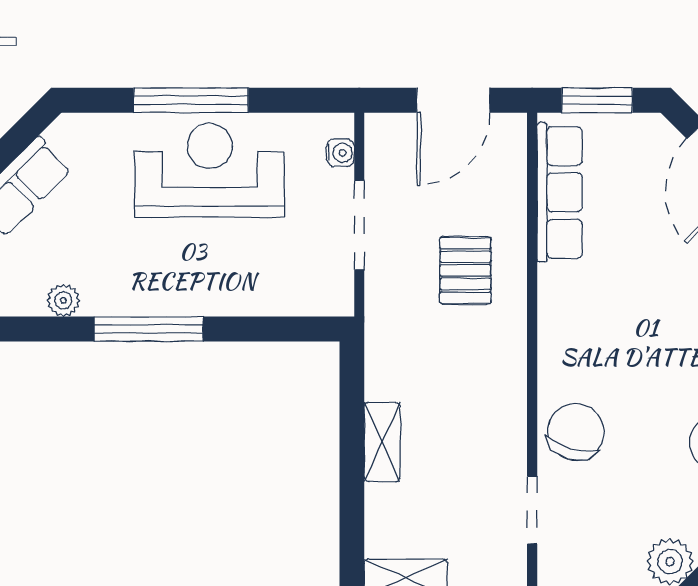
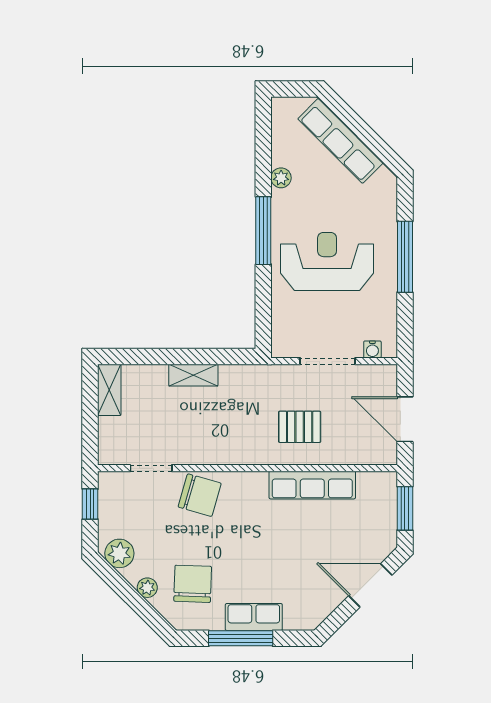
reception desk: (210, 170) -> (327, 261), moved, turned -90
row of seats: (560, 192) -> (312, 485), moved

